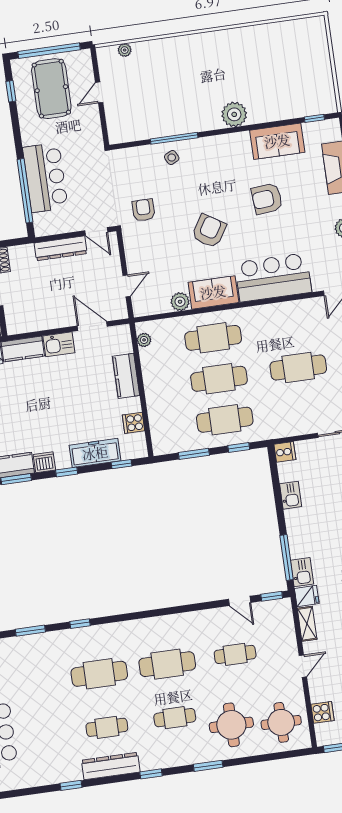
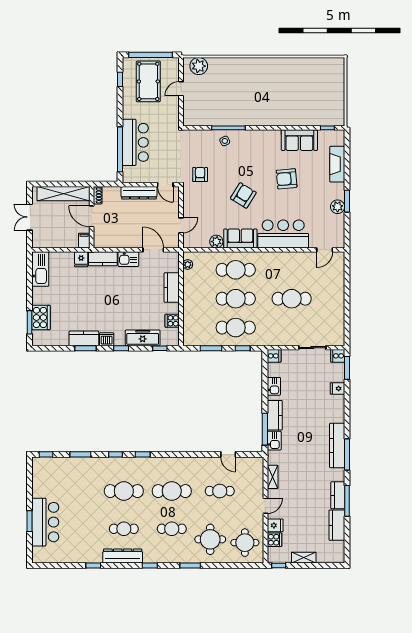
plant: (125, 50) -> (199, 66), width x1.87, depth x1.87
plant: (234, 114) -> (272, 117), removed
kitchen counter: (298, 536) -> (275, 415), added
window: (272, 596) -> (143, 454), moved
fridge: (307, 596) -> (275, 525), moved

